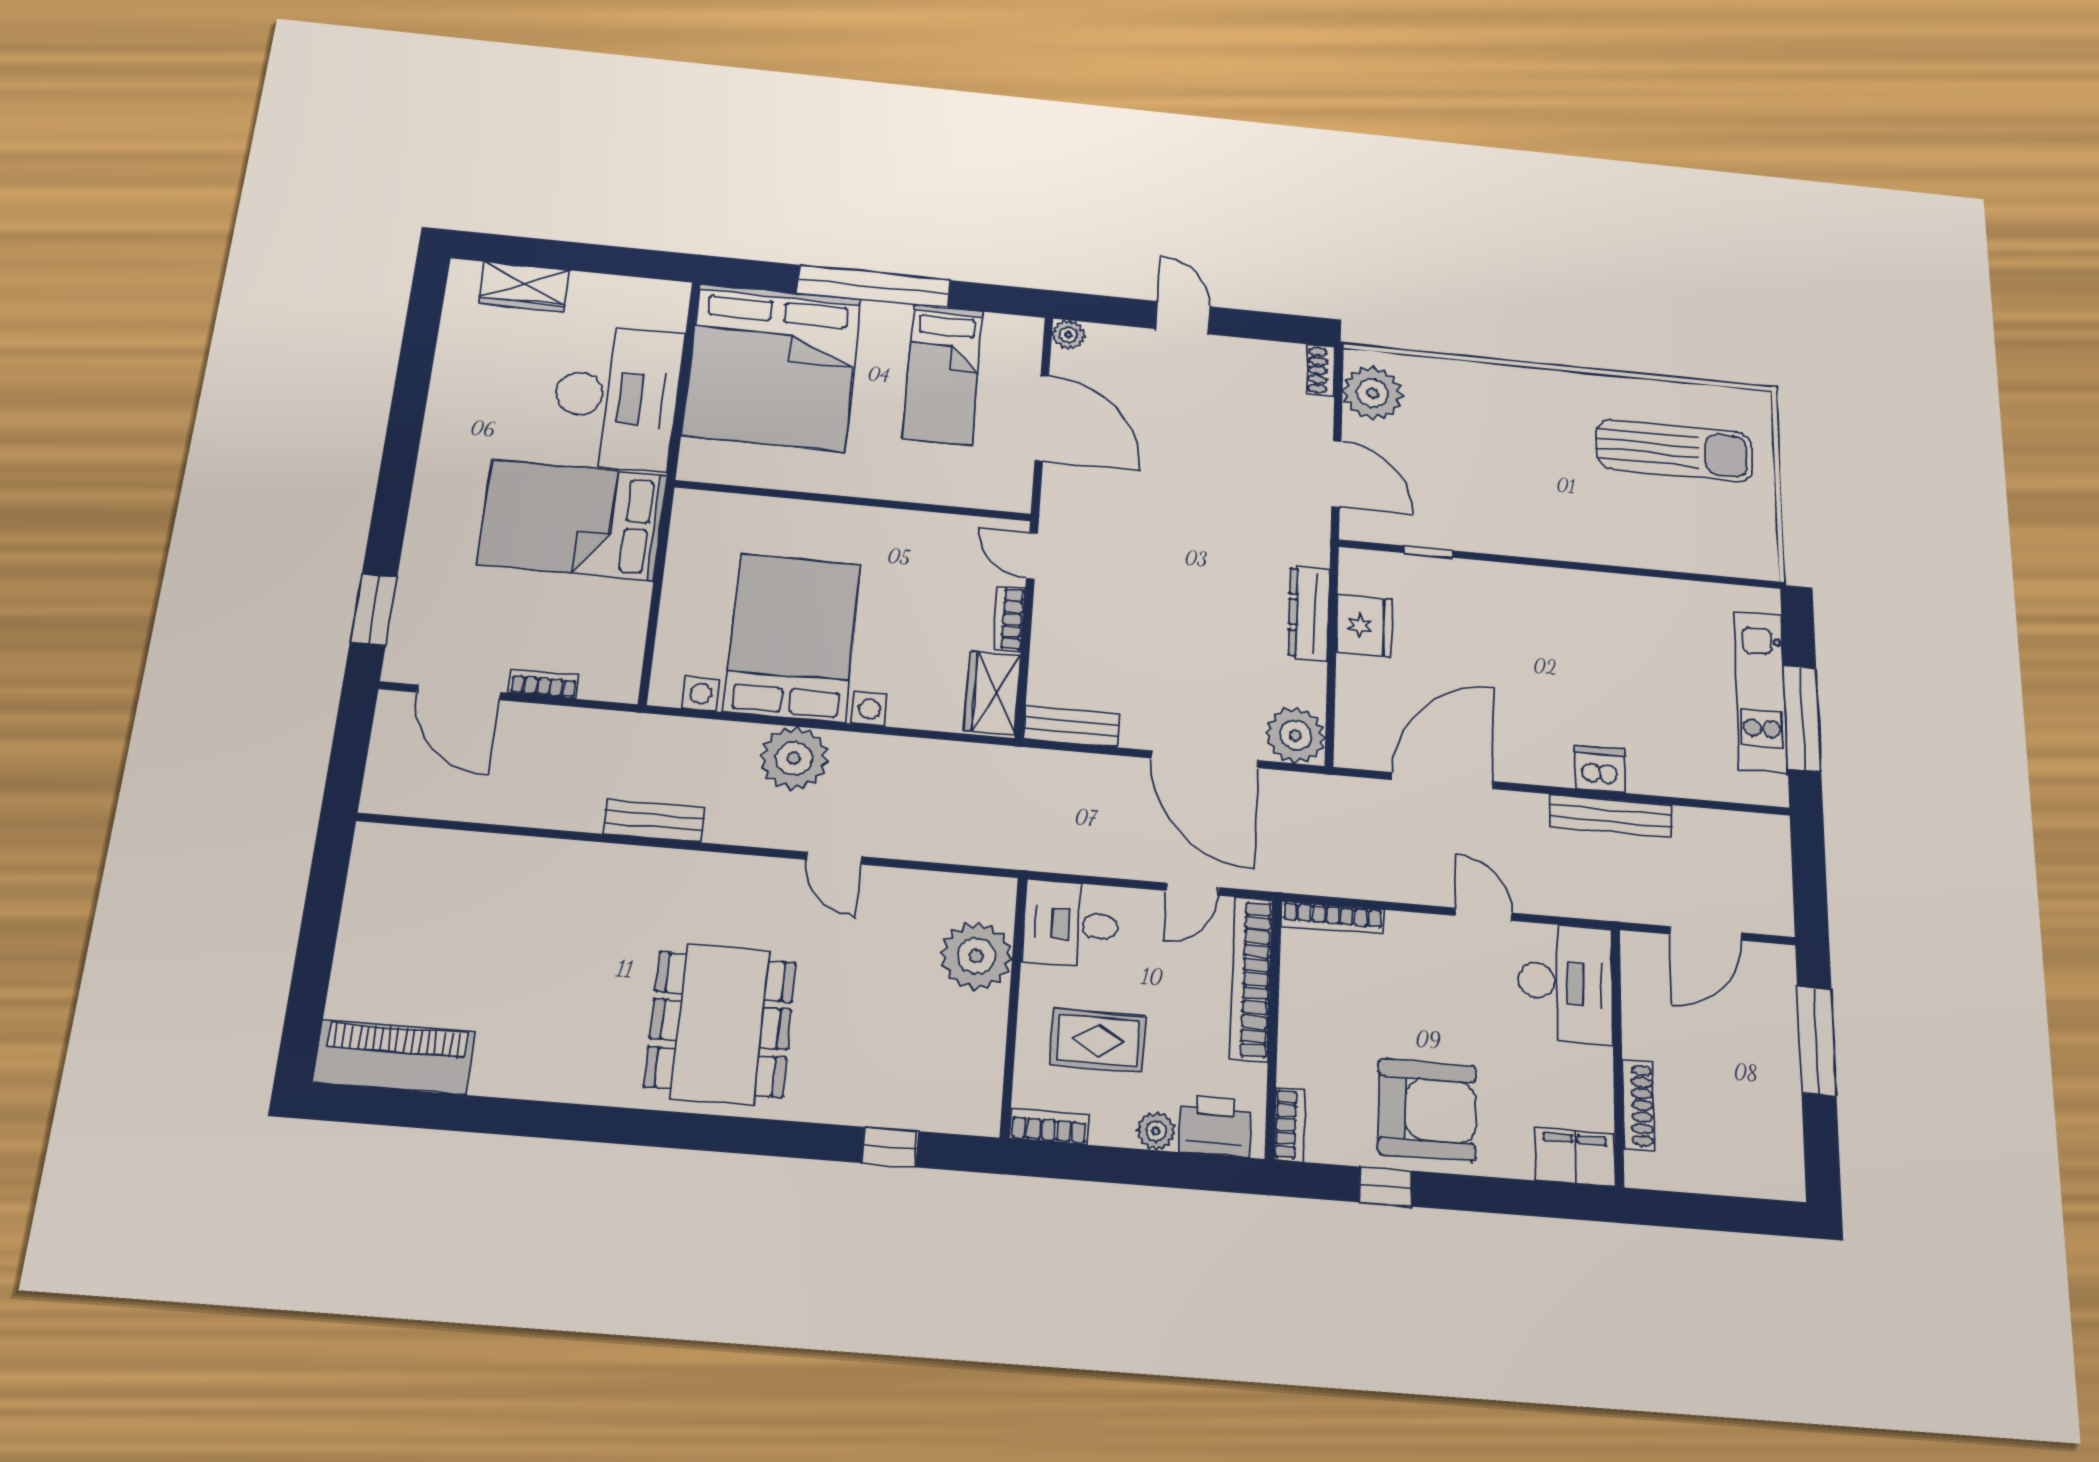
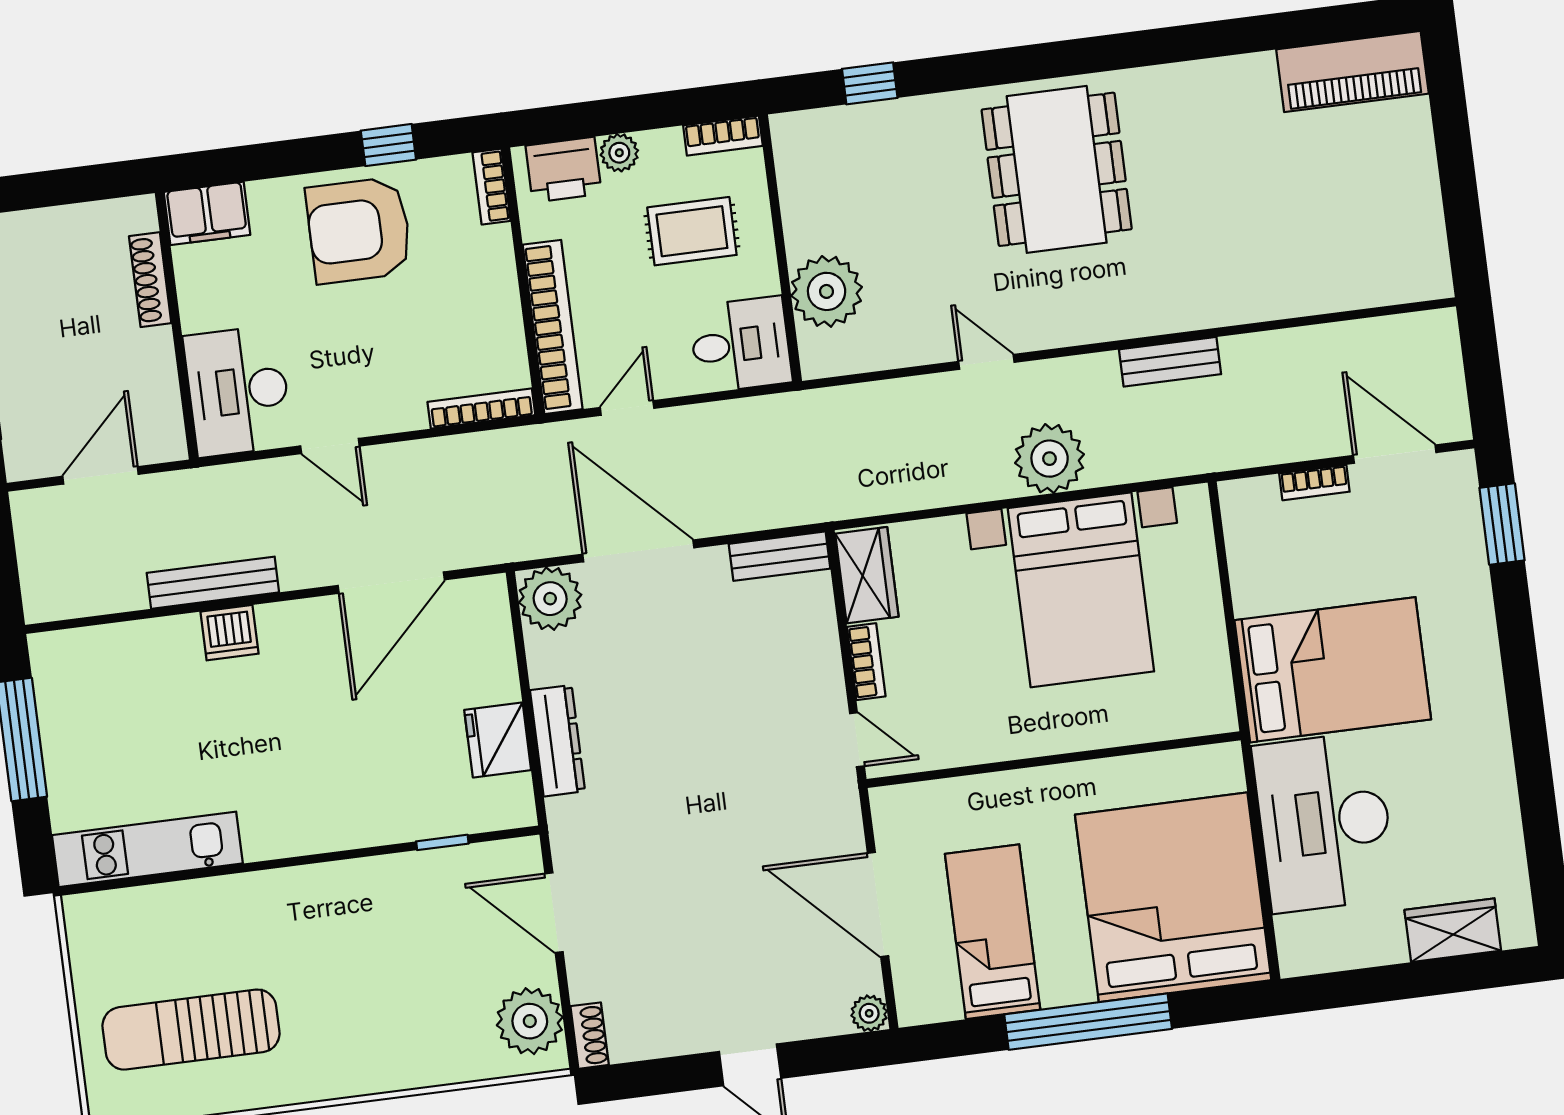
kitchen unit: (1761, 692) -> (147, 849), moved, turned -90

